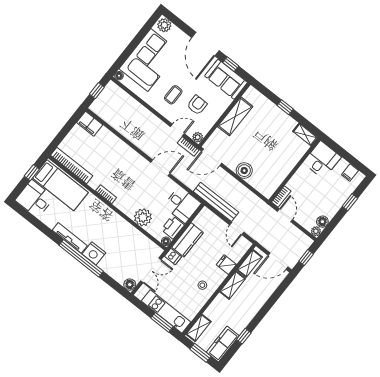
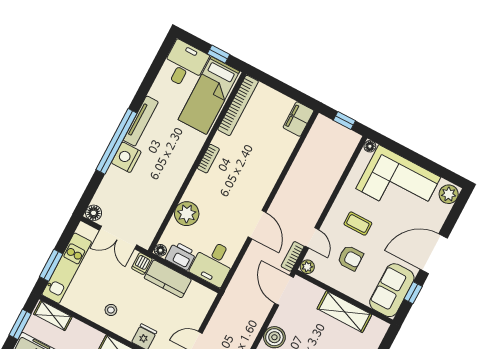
bench: (216, 202) -> (226, 307), removed

